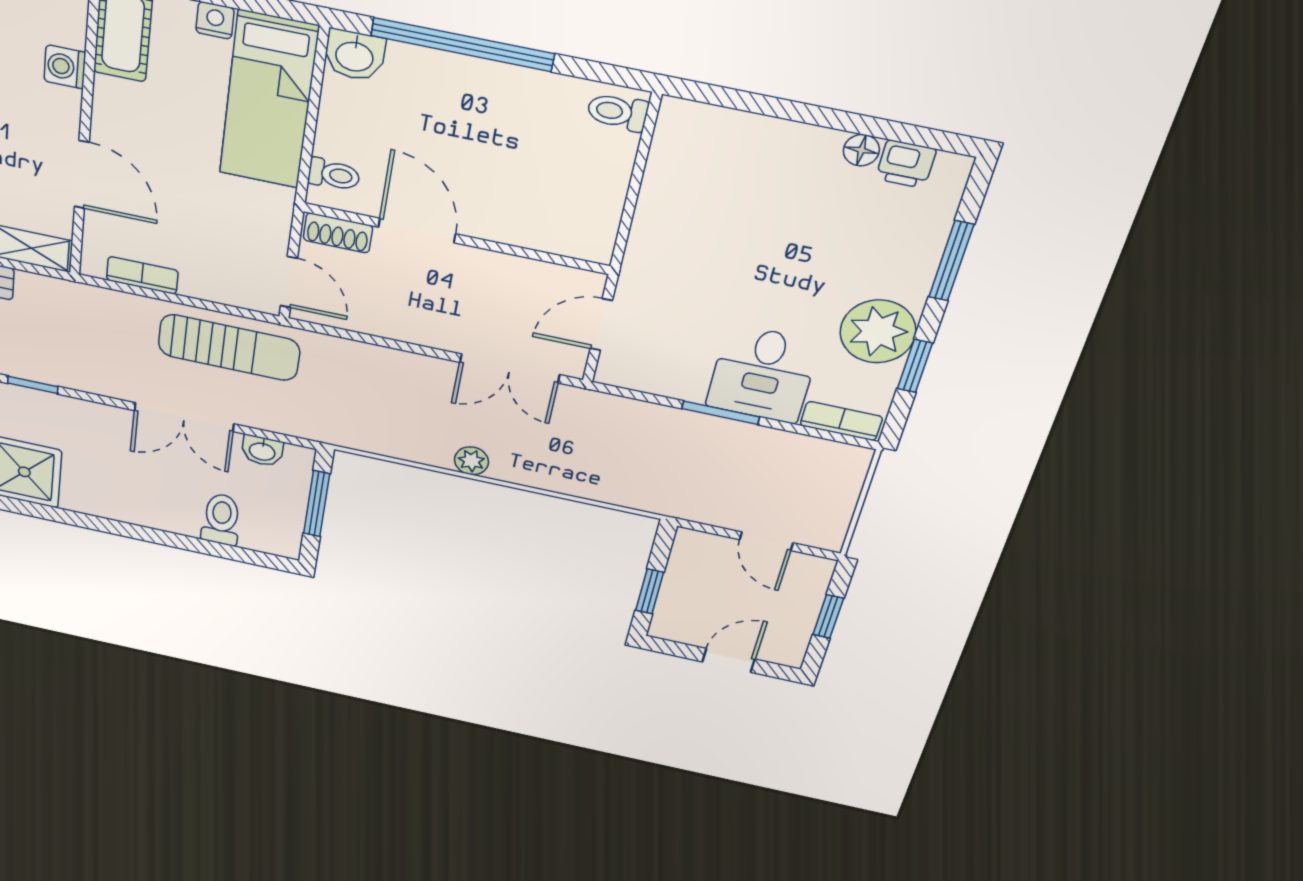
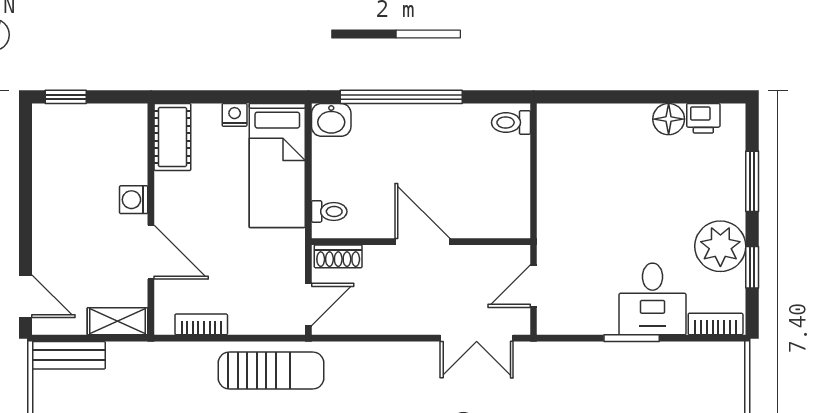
washing machine: (65, 67) -> (134, 200), moved
floor lamp: (861, 150) -> (669, 119), width x1.37, depth x1.37
door: (417, 230) -> (422, 242), moved
door: (289, 282) -> (308, 305), hinge flipped

